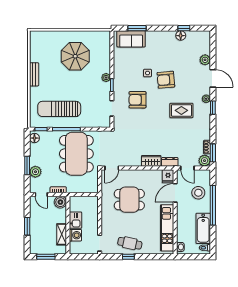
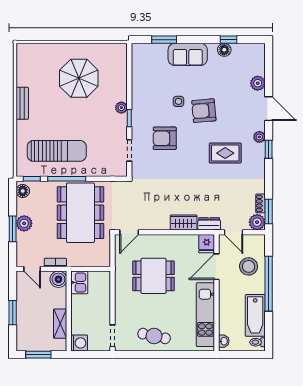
sofa: (131, 39) -> (188, 54), moved
sun lounger: (59, 109) -> (57, 151), turned 180
plant: (35, 172) -> (24, 223), moved
kitchen sink: (76, 220) -> (79, 282), moved
washing machine: (75, 235) -> (79, 343), moved
window: (128, 257) -> (152, 355), removed

